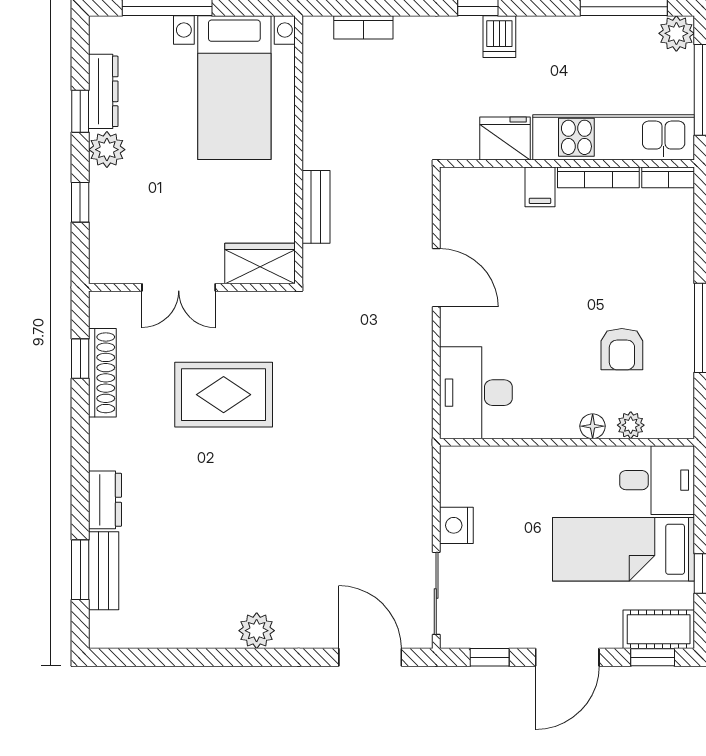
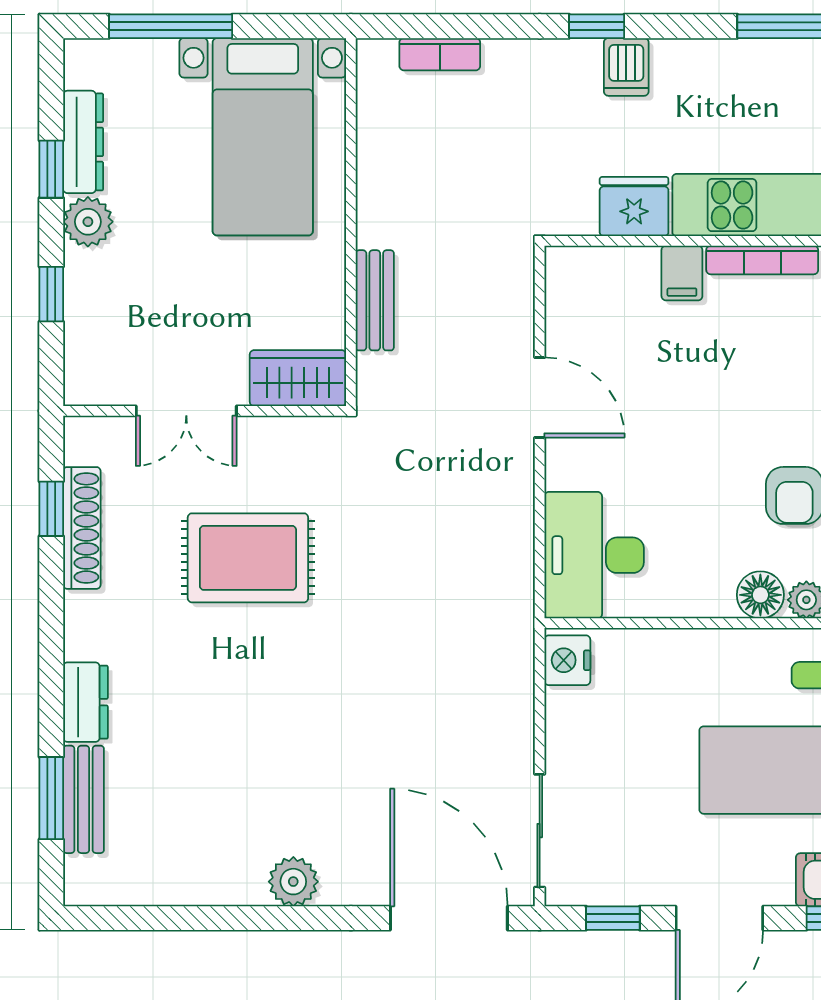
floor lamp: (593, 426) -> (760, 595), width x1.37, depth x1.37
nightstand: (456, 525) -> (567, 660), moved
door: (370, 657) -> (449, 918), width x1.36

